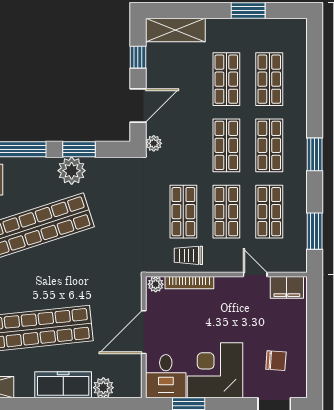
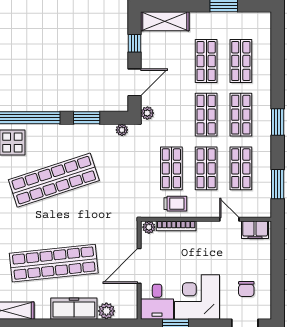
plant: (72, 171) -> (122, 130), moved, width x0.53, depth x0.53
trolley: (188, 255) -> (175, 204), turned 180
chair: (276, 361) -> (246, 289), turned 86

